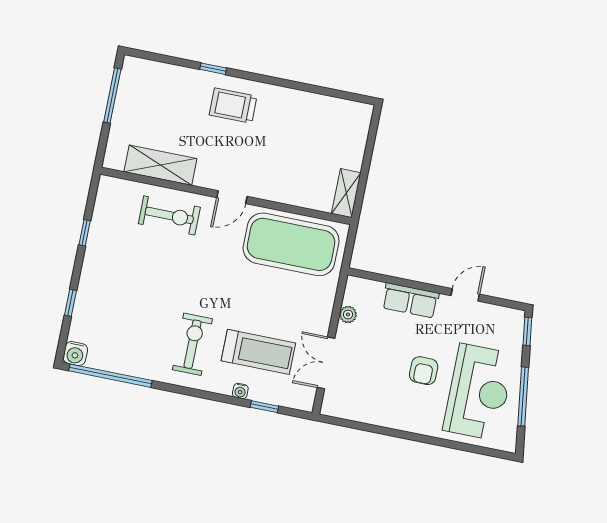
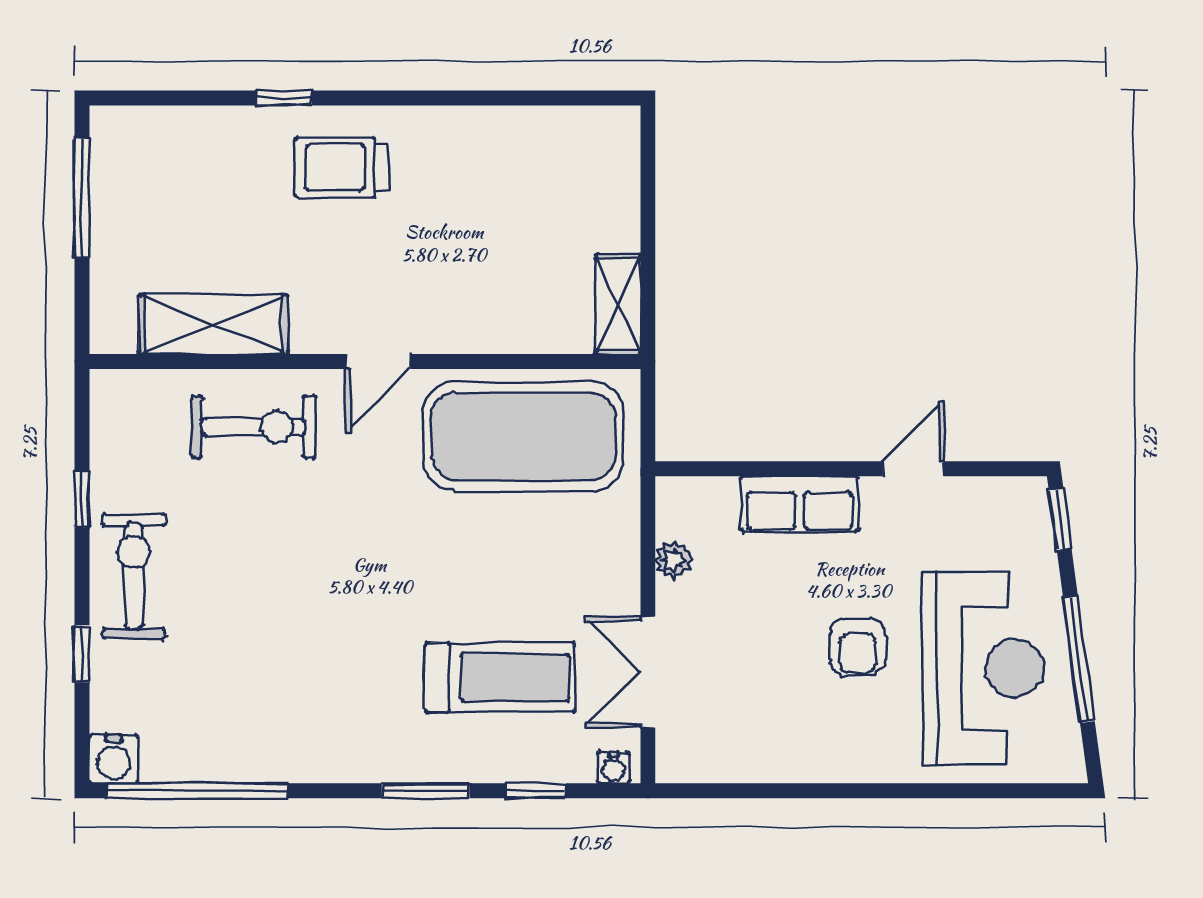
exercise bike: (192, 344) -> (134, 576), moved
water cooler: (240, 391) -> (614, 768), moved
window: (214, 397) -> (426, 791), added

